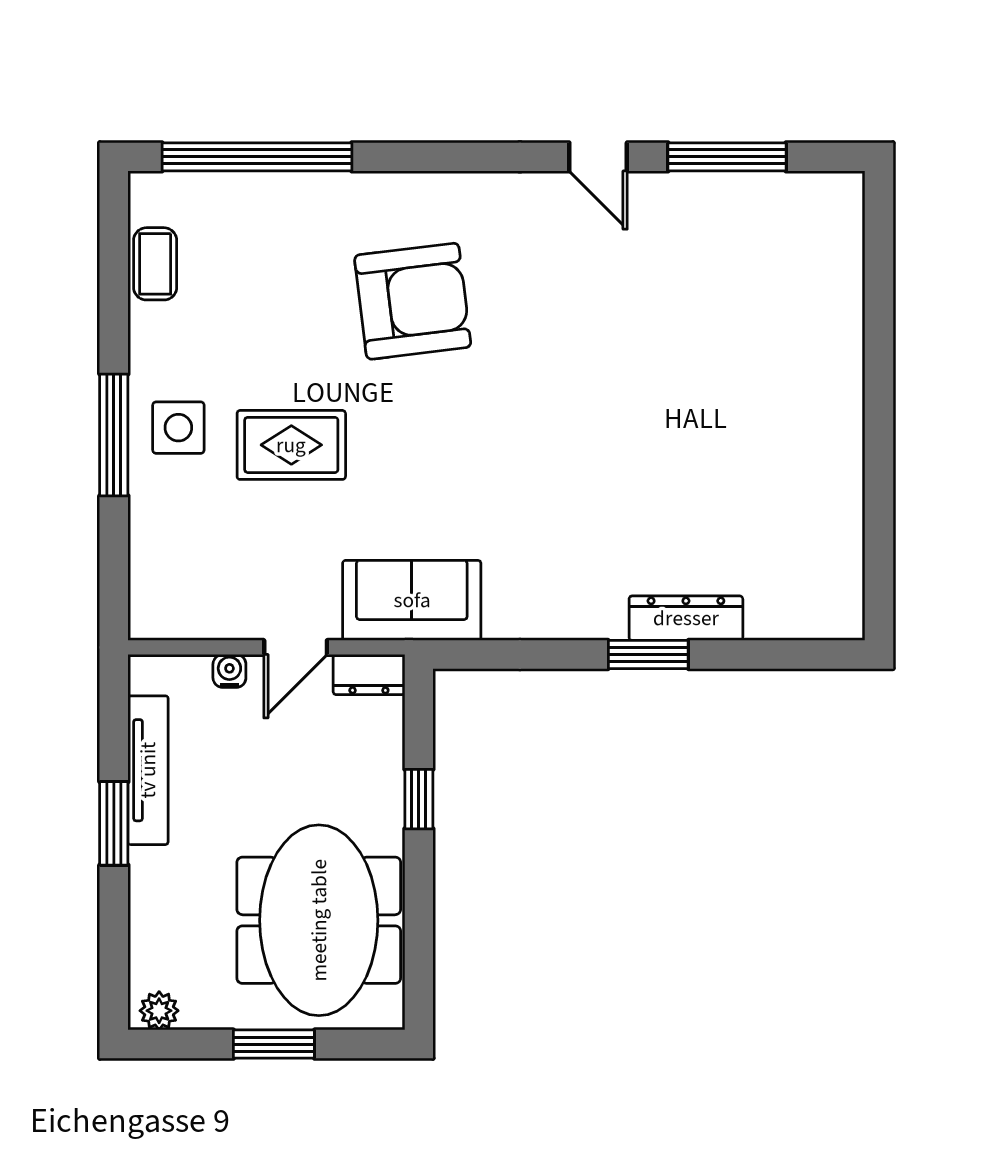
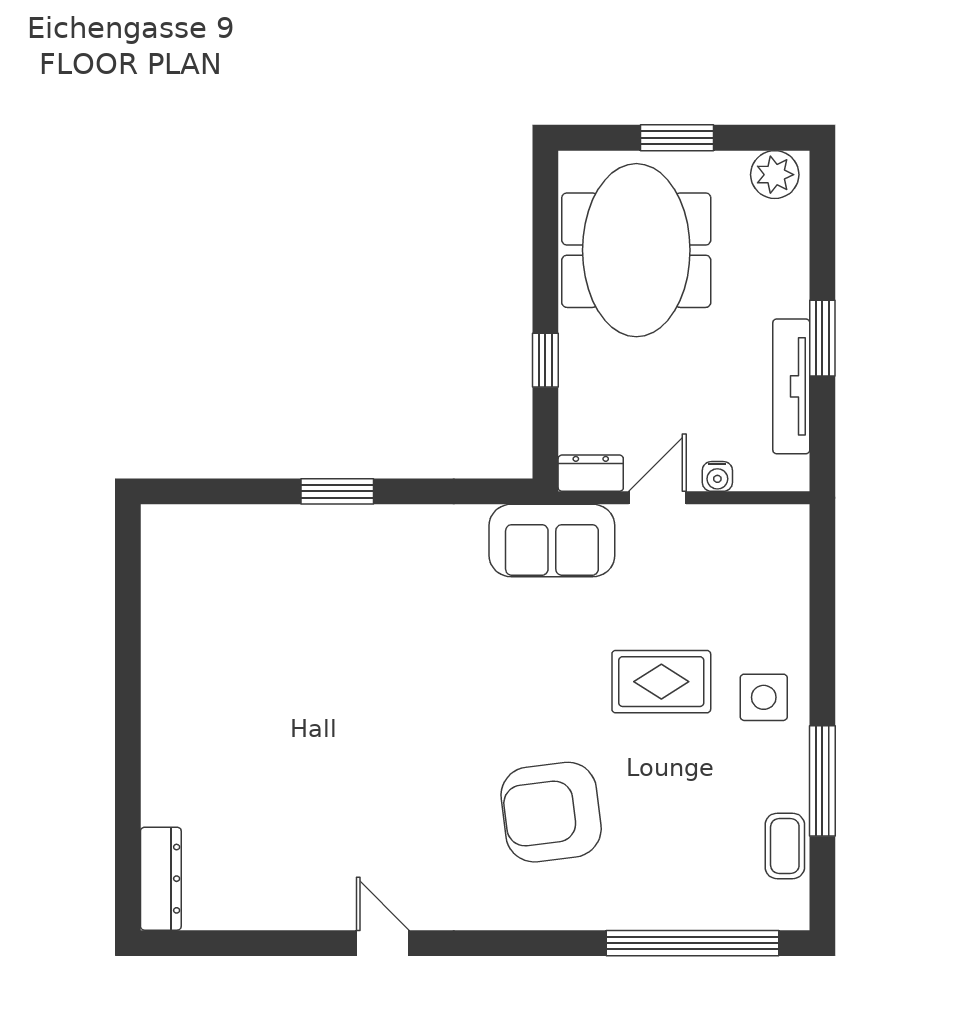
window: (727, 157) -> (266, 943), removed
window: (114, 435) -> (822, 781), moved
dresser: (686, 618) -> (161, 879), moved, turned -90
plant: (159, 1011) -> (775, 175), width x1.38, depth x1.38

